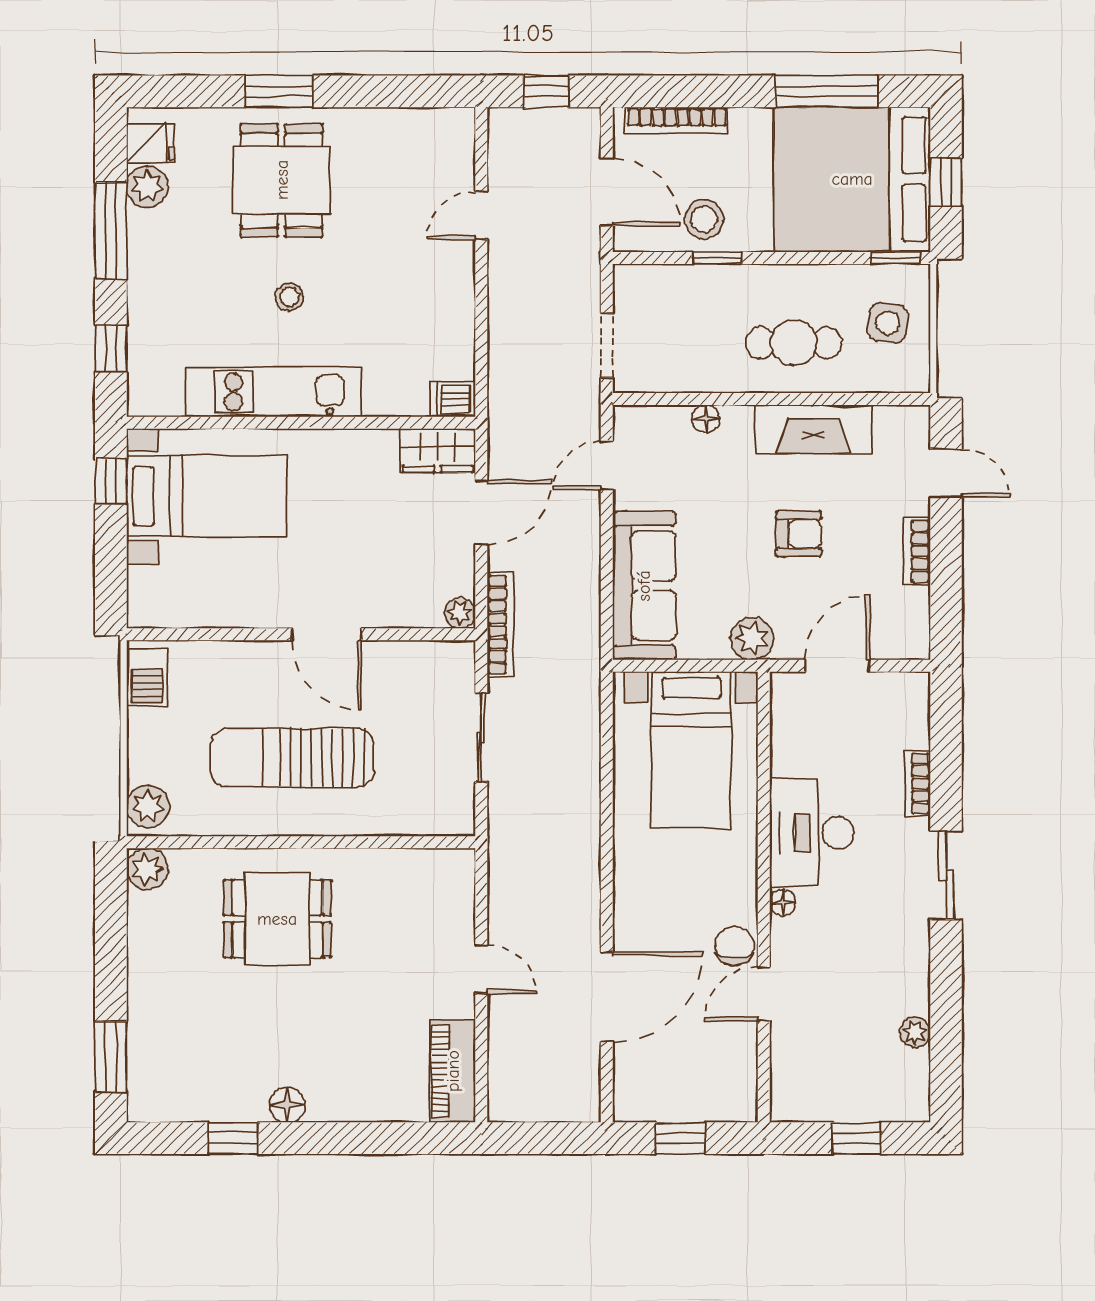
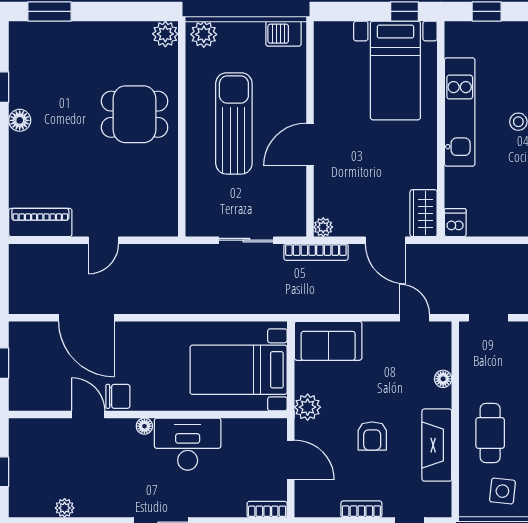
sofa: (644, 586) -> (328, 341), width x0.73
bookcase: (917, 784) -> (267, 509), moved
dining table: (277, 919) -> (135, 114), turned 90

